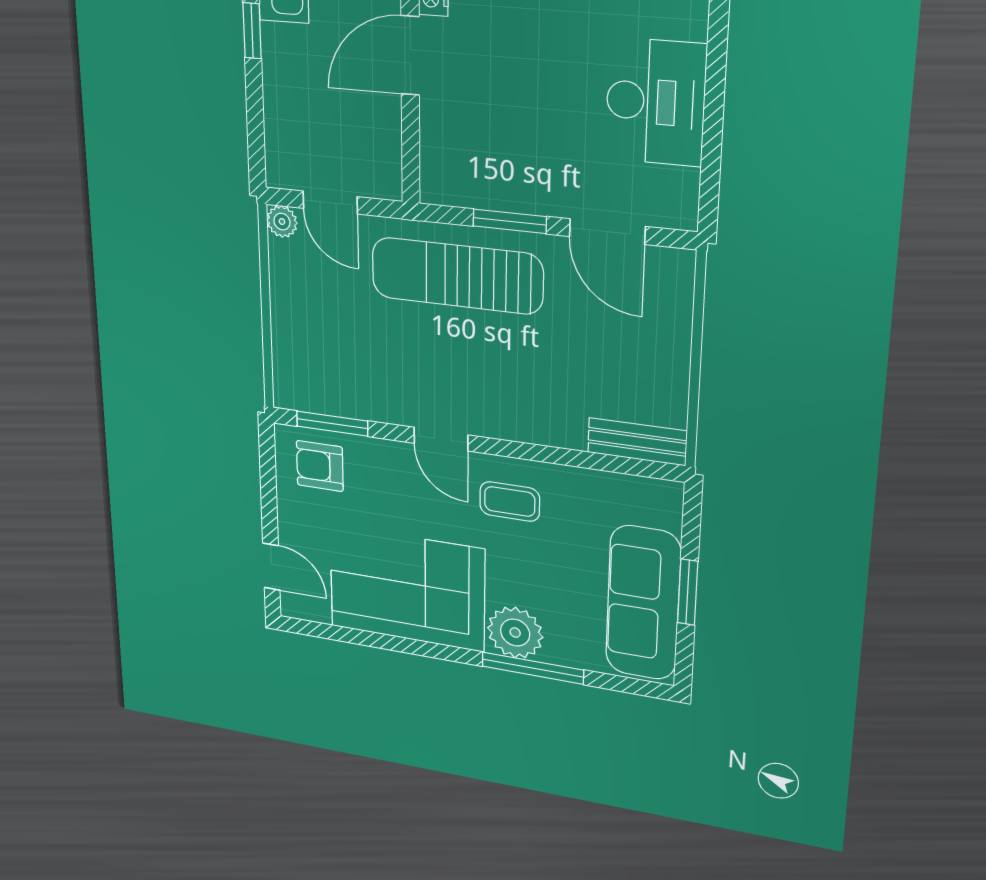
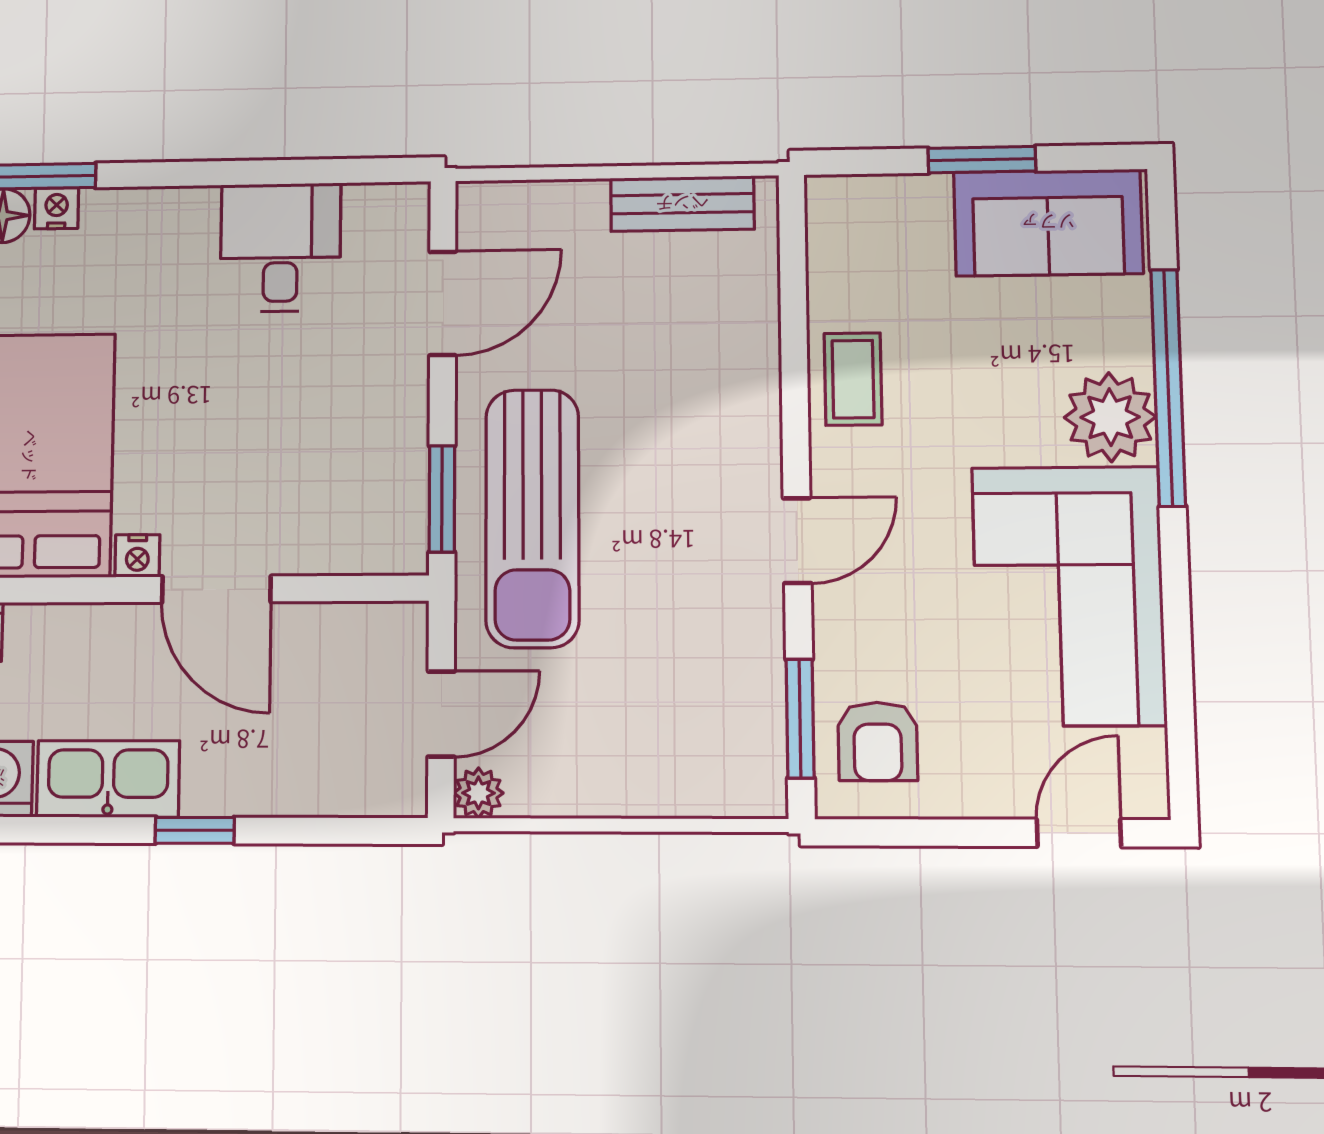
desk: (655, 102) -> (280, 248), width x0.73
window: (510, 221) -> (442, 499), moved
bench: (637, 442) -> (682, 204), moved, turned 90
coffee table: (510, 502) -> (853, 379), moved
sofa: (643, 603) -> (1048, 223), width x0.73
window: (533, 668) -> (1168, 388), width x1.46

